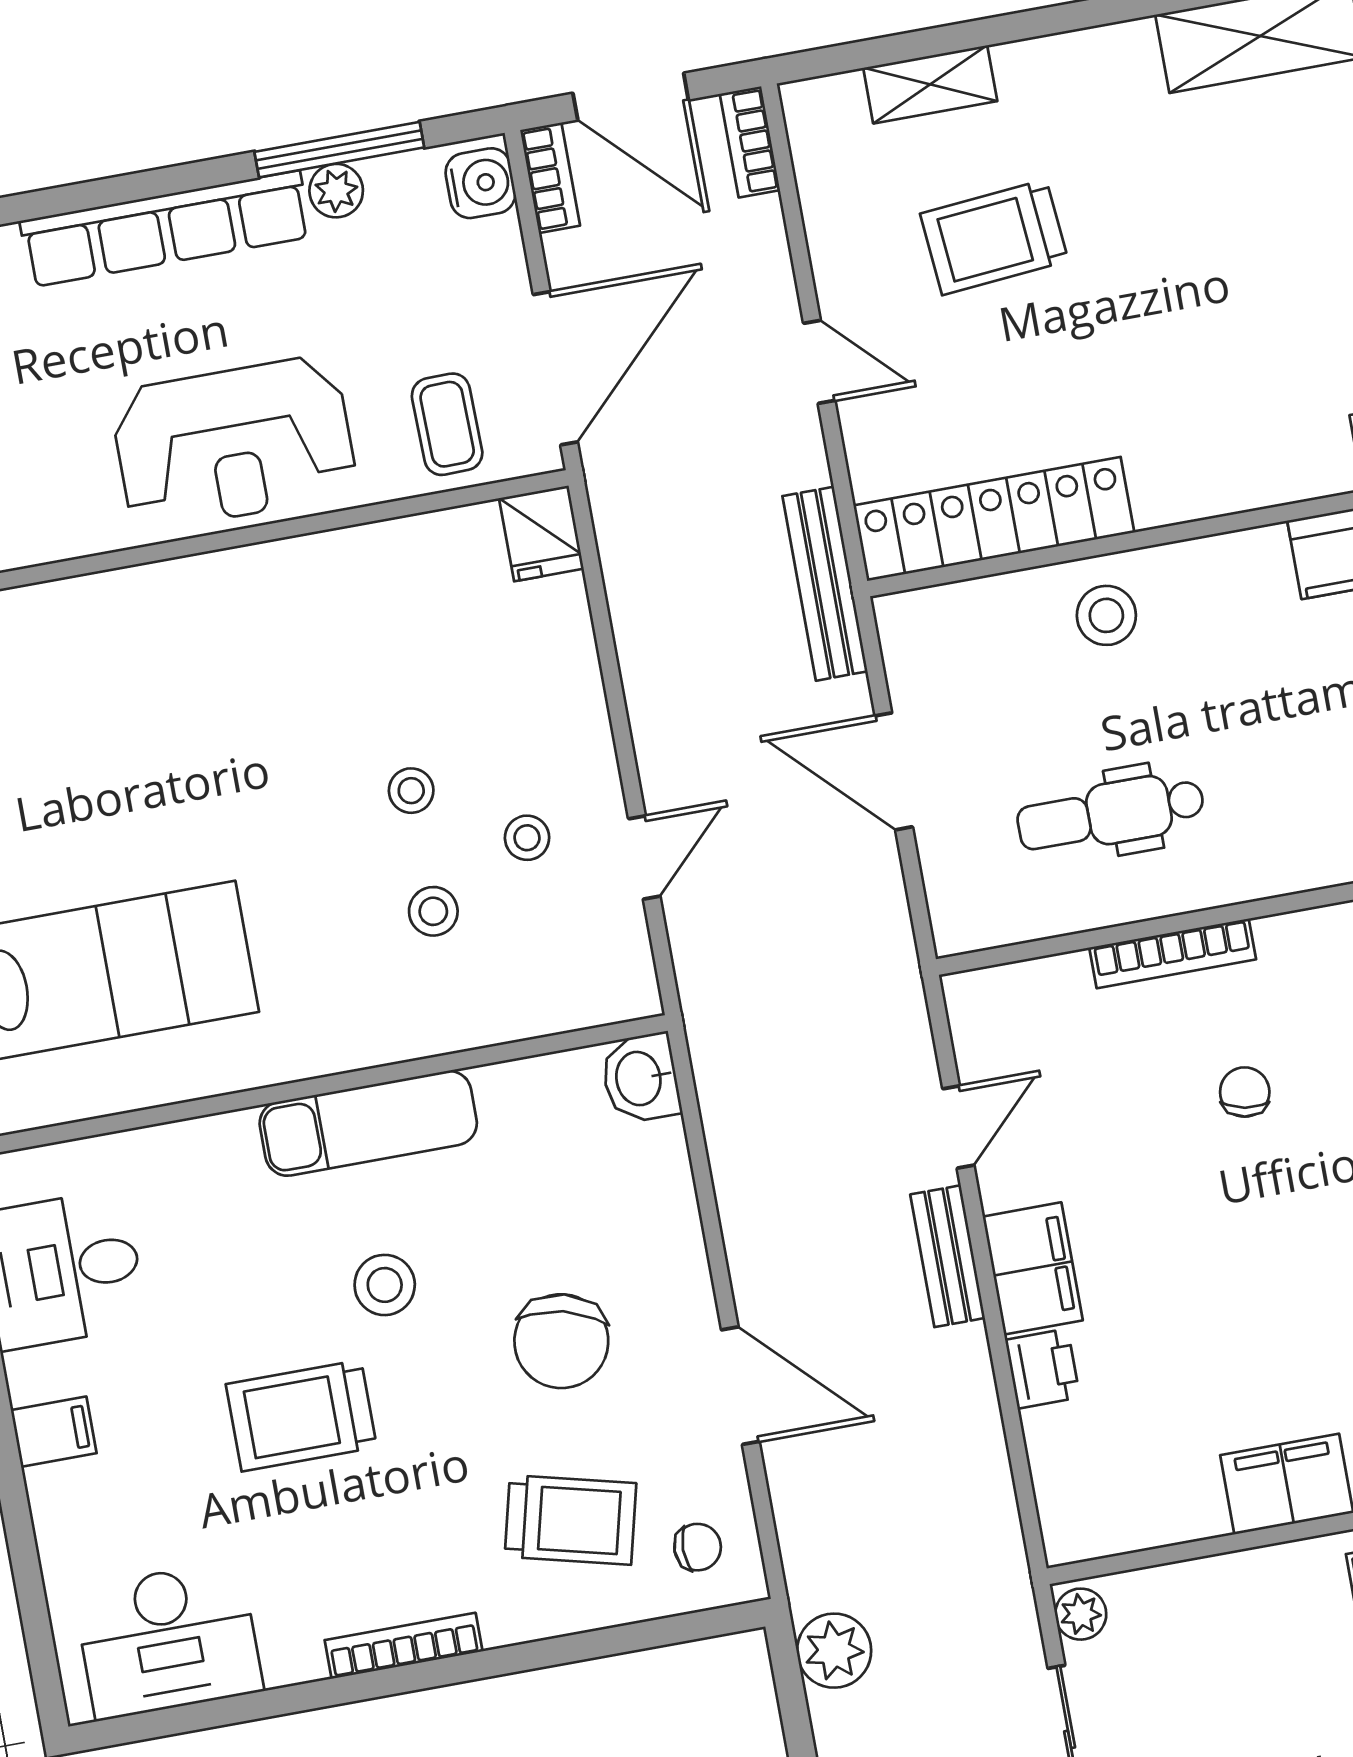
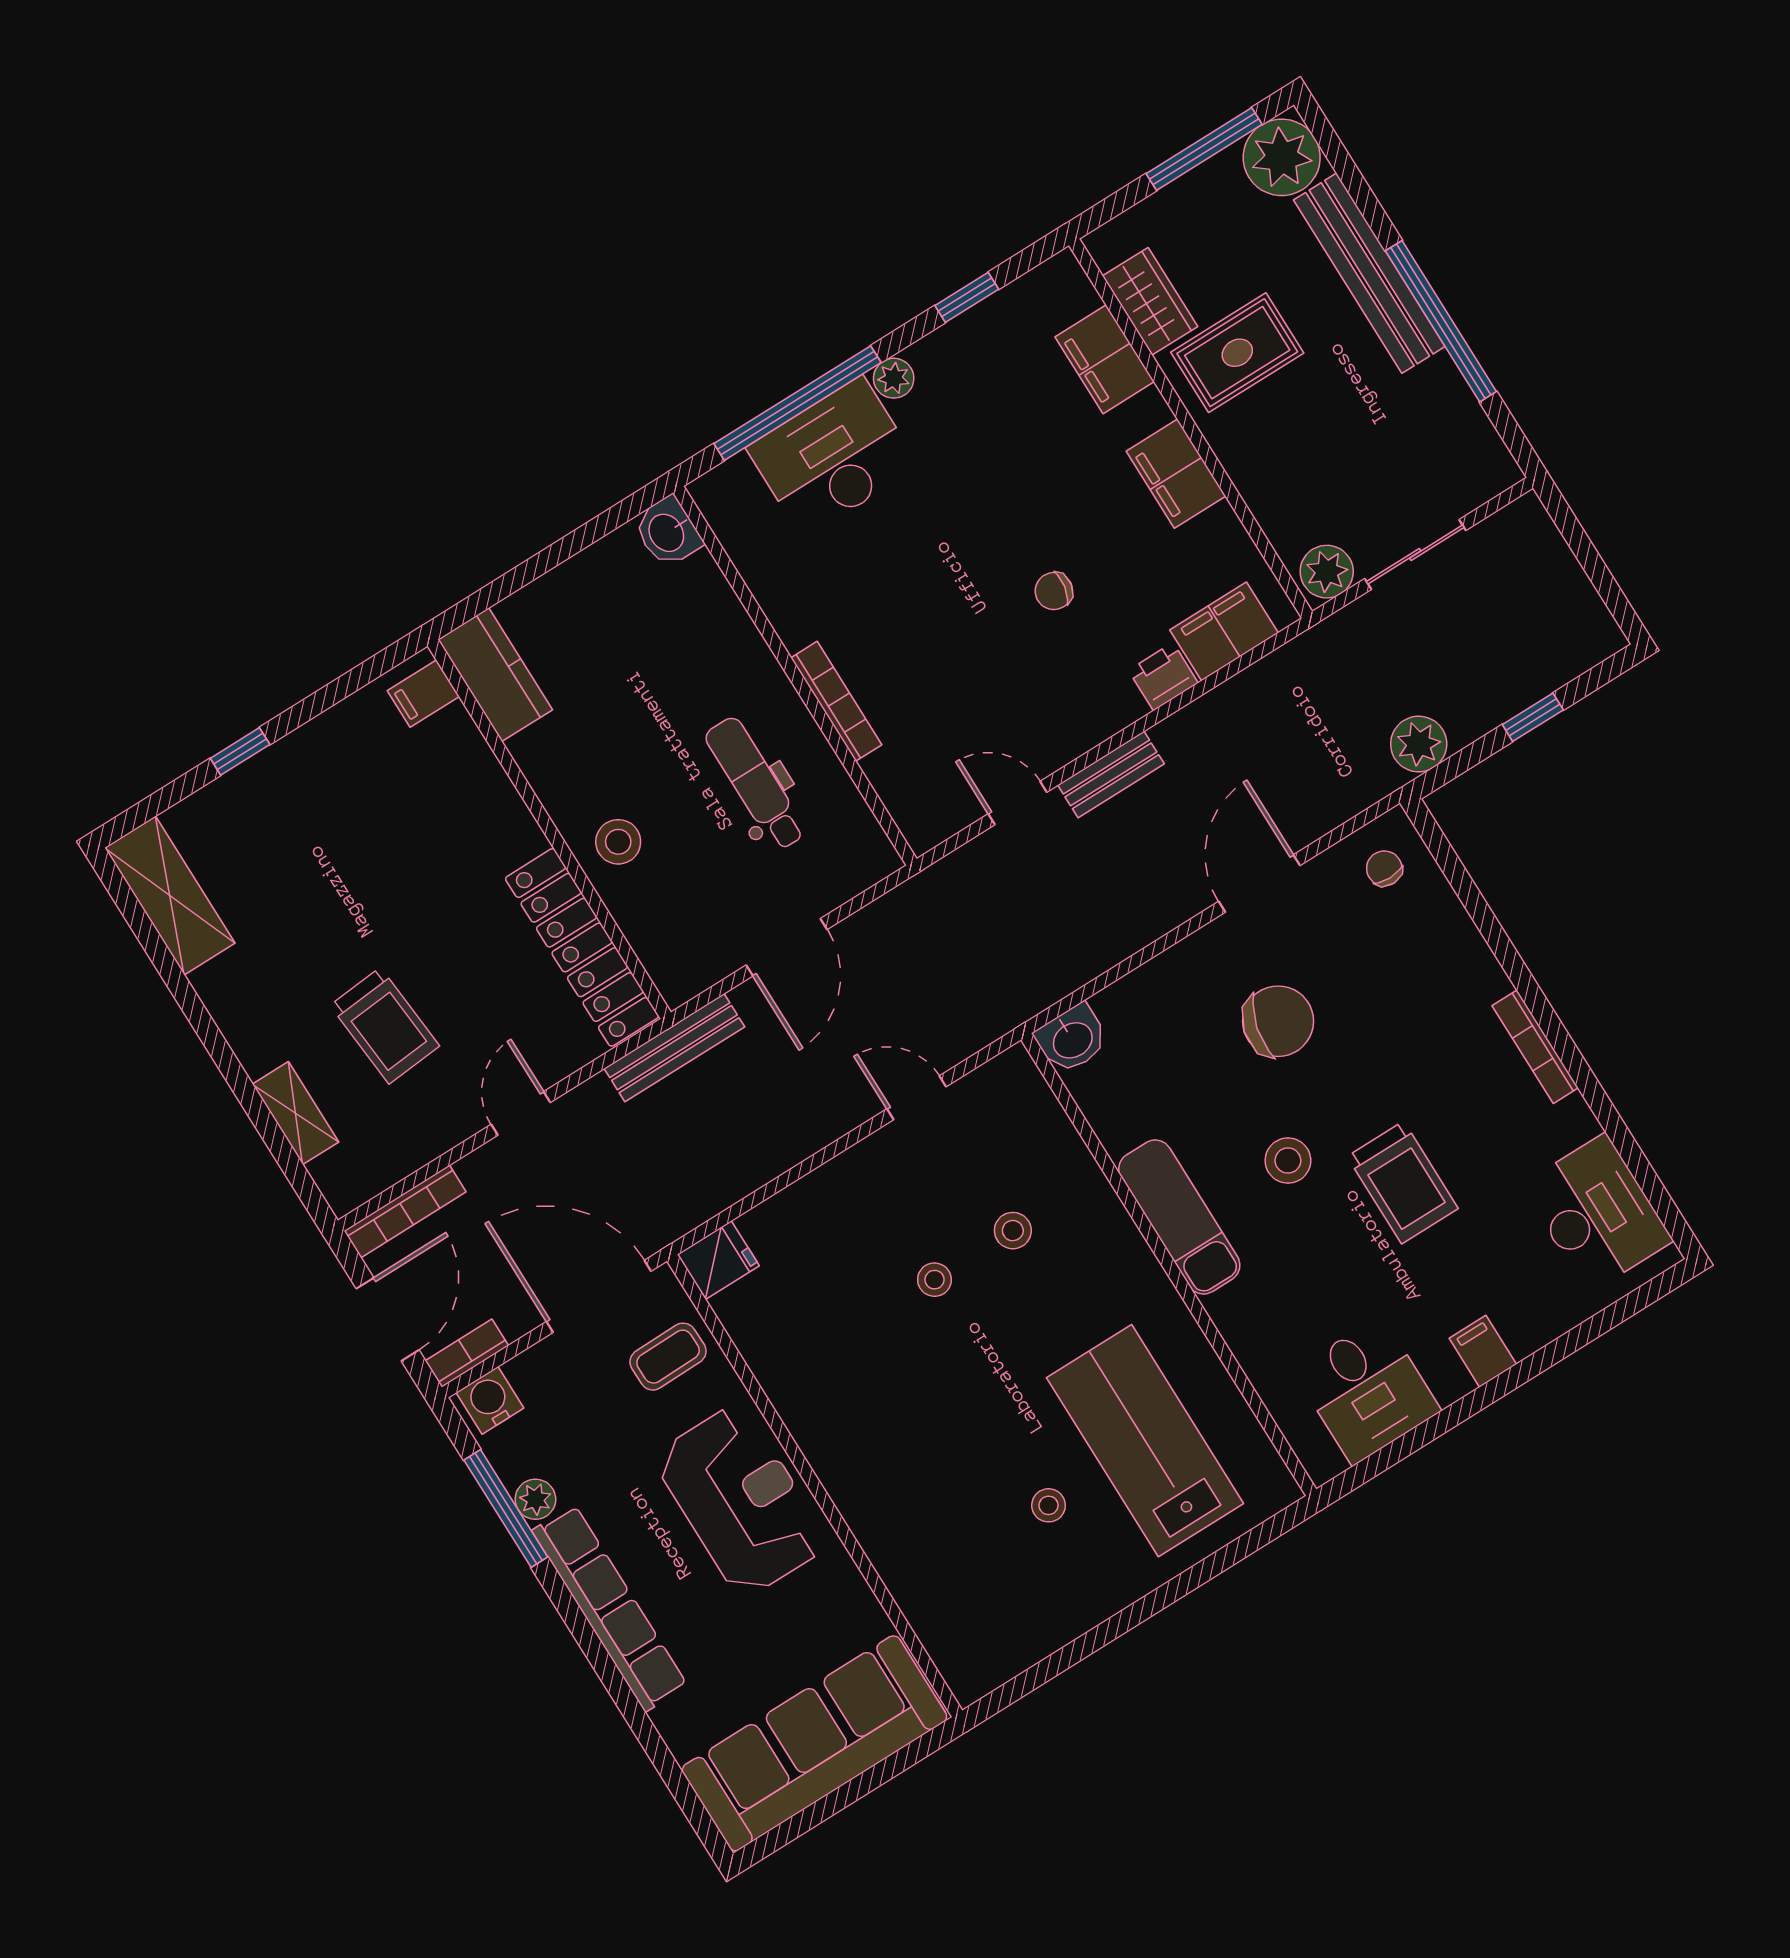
bookcase: (750, 142) -> (405, 1211), width x1.56
dental chair: (1111, 813) -> (756, 784), turned 180
stool: (527, 838) -> (1049, 1505), moved
chair: (1245, 1092) -> (1054, 591), moved
filing cabinet: (1033, 1268) -> (1224, 631), moved
trolley: (570, 1520) -> (1401, 965), removed
plant: (1081, 1614) -> (1327, 572), width x1.38, depth x1.38

